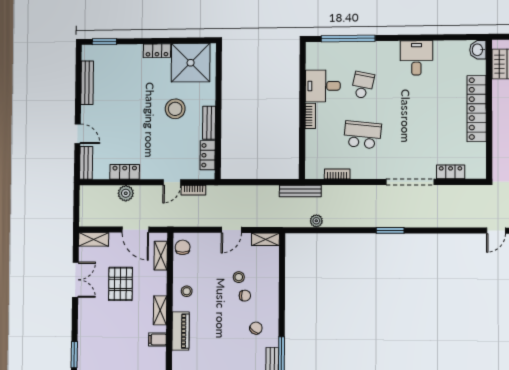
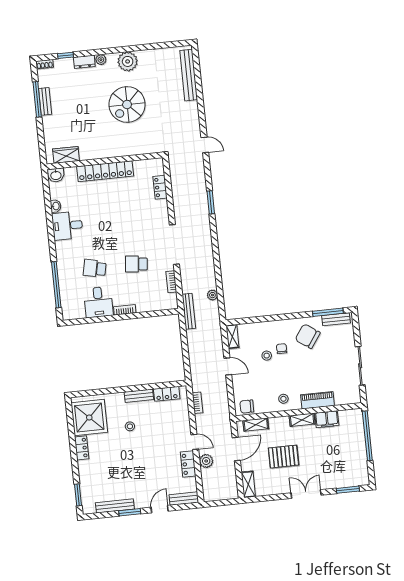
washbasin: (441, 46) -> (56, 206), added
window: (78, 99) -> (130, 512), added
stool: (175, 109) -> (130, 426), width x0.53, depth x0.53
school desk: (362, 135) -> (136, 264), width x0.54
door: (172, 182) -> (195, 442), moved
doorway: (410, 182) -> (174, 244), moved
window: (390, 230) -> (211, 202), moved
double door: (75, 280) -> (306, 494), moved
chair: (256, 328) -> (308, 336), width x1.87, depth x1.87
filing cabinet: (157, 339) -> (327, 419), width x2.00

